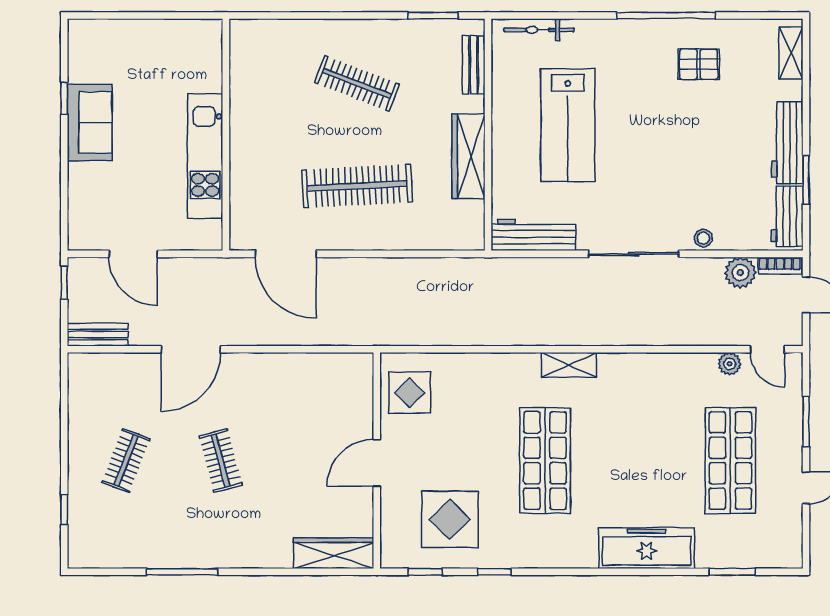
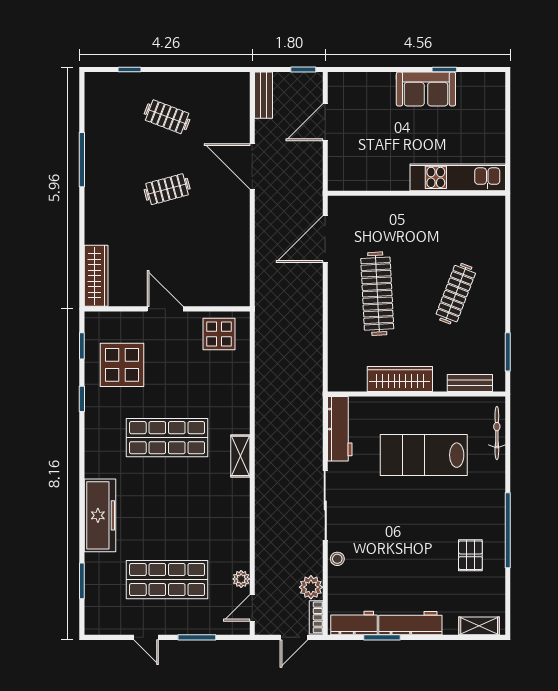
kitchen unit: (205, 156) -> (458, 177), moved

